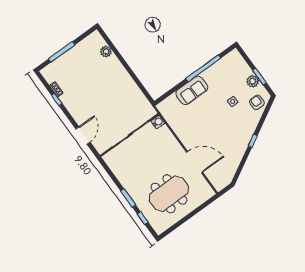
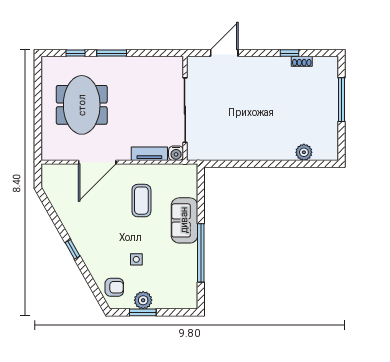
coffee table: (198, 122) -> (141, 201), added
door: (83, 136) -> (224, 53), swing flipped
tv unit: (169, 137) -> (149, 154), added

